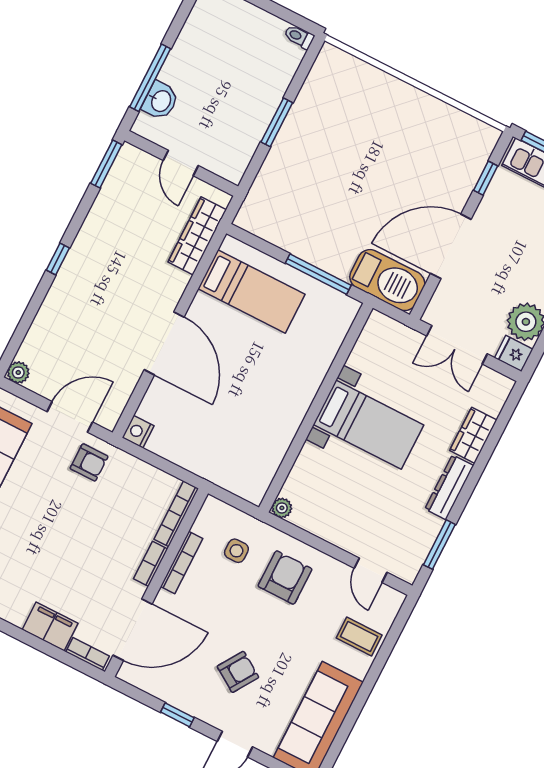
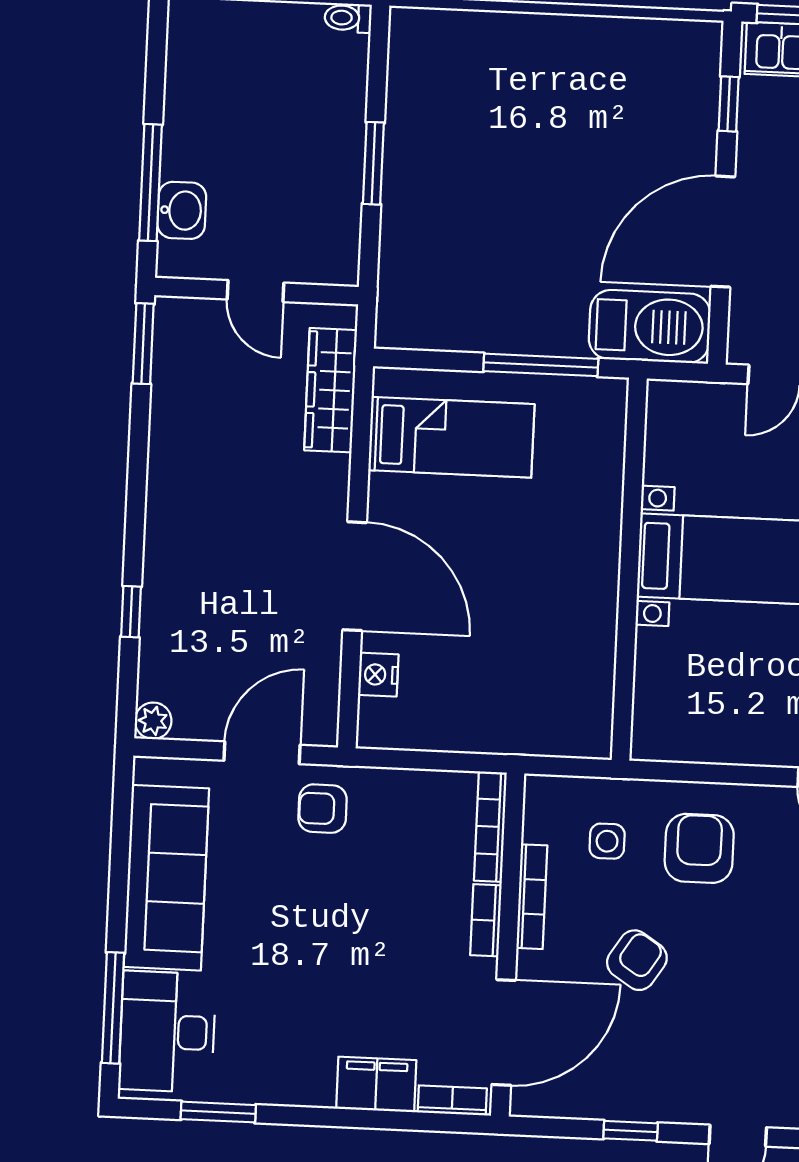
window: (58, 259) -> (131, 612), moved
nightstand: (138, 432) -> (378, 675), moved
armchair: (89, 462) -> (322, 809), turned 180
plant: (282, 508) -> (647, 745), removed
armchair: (238, 672) -> (637, 960), moved

